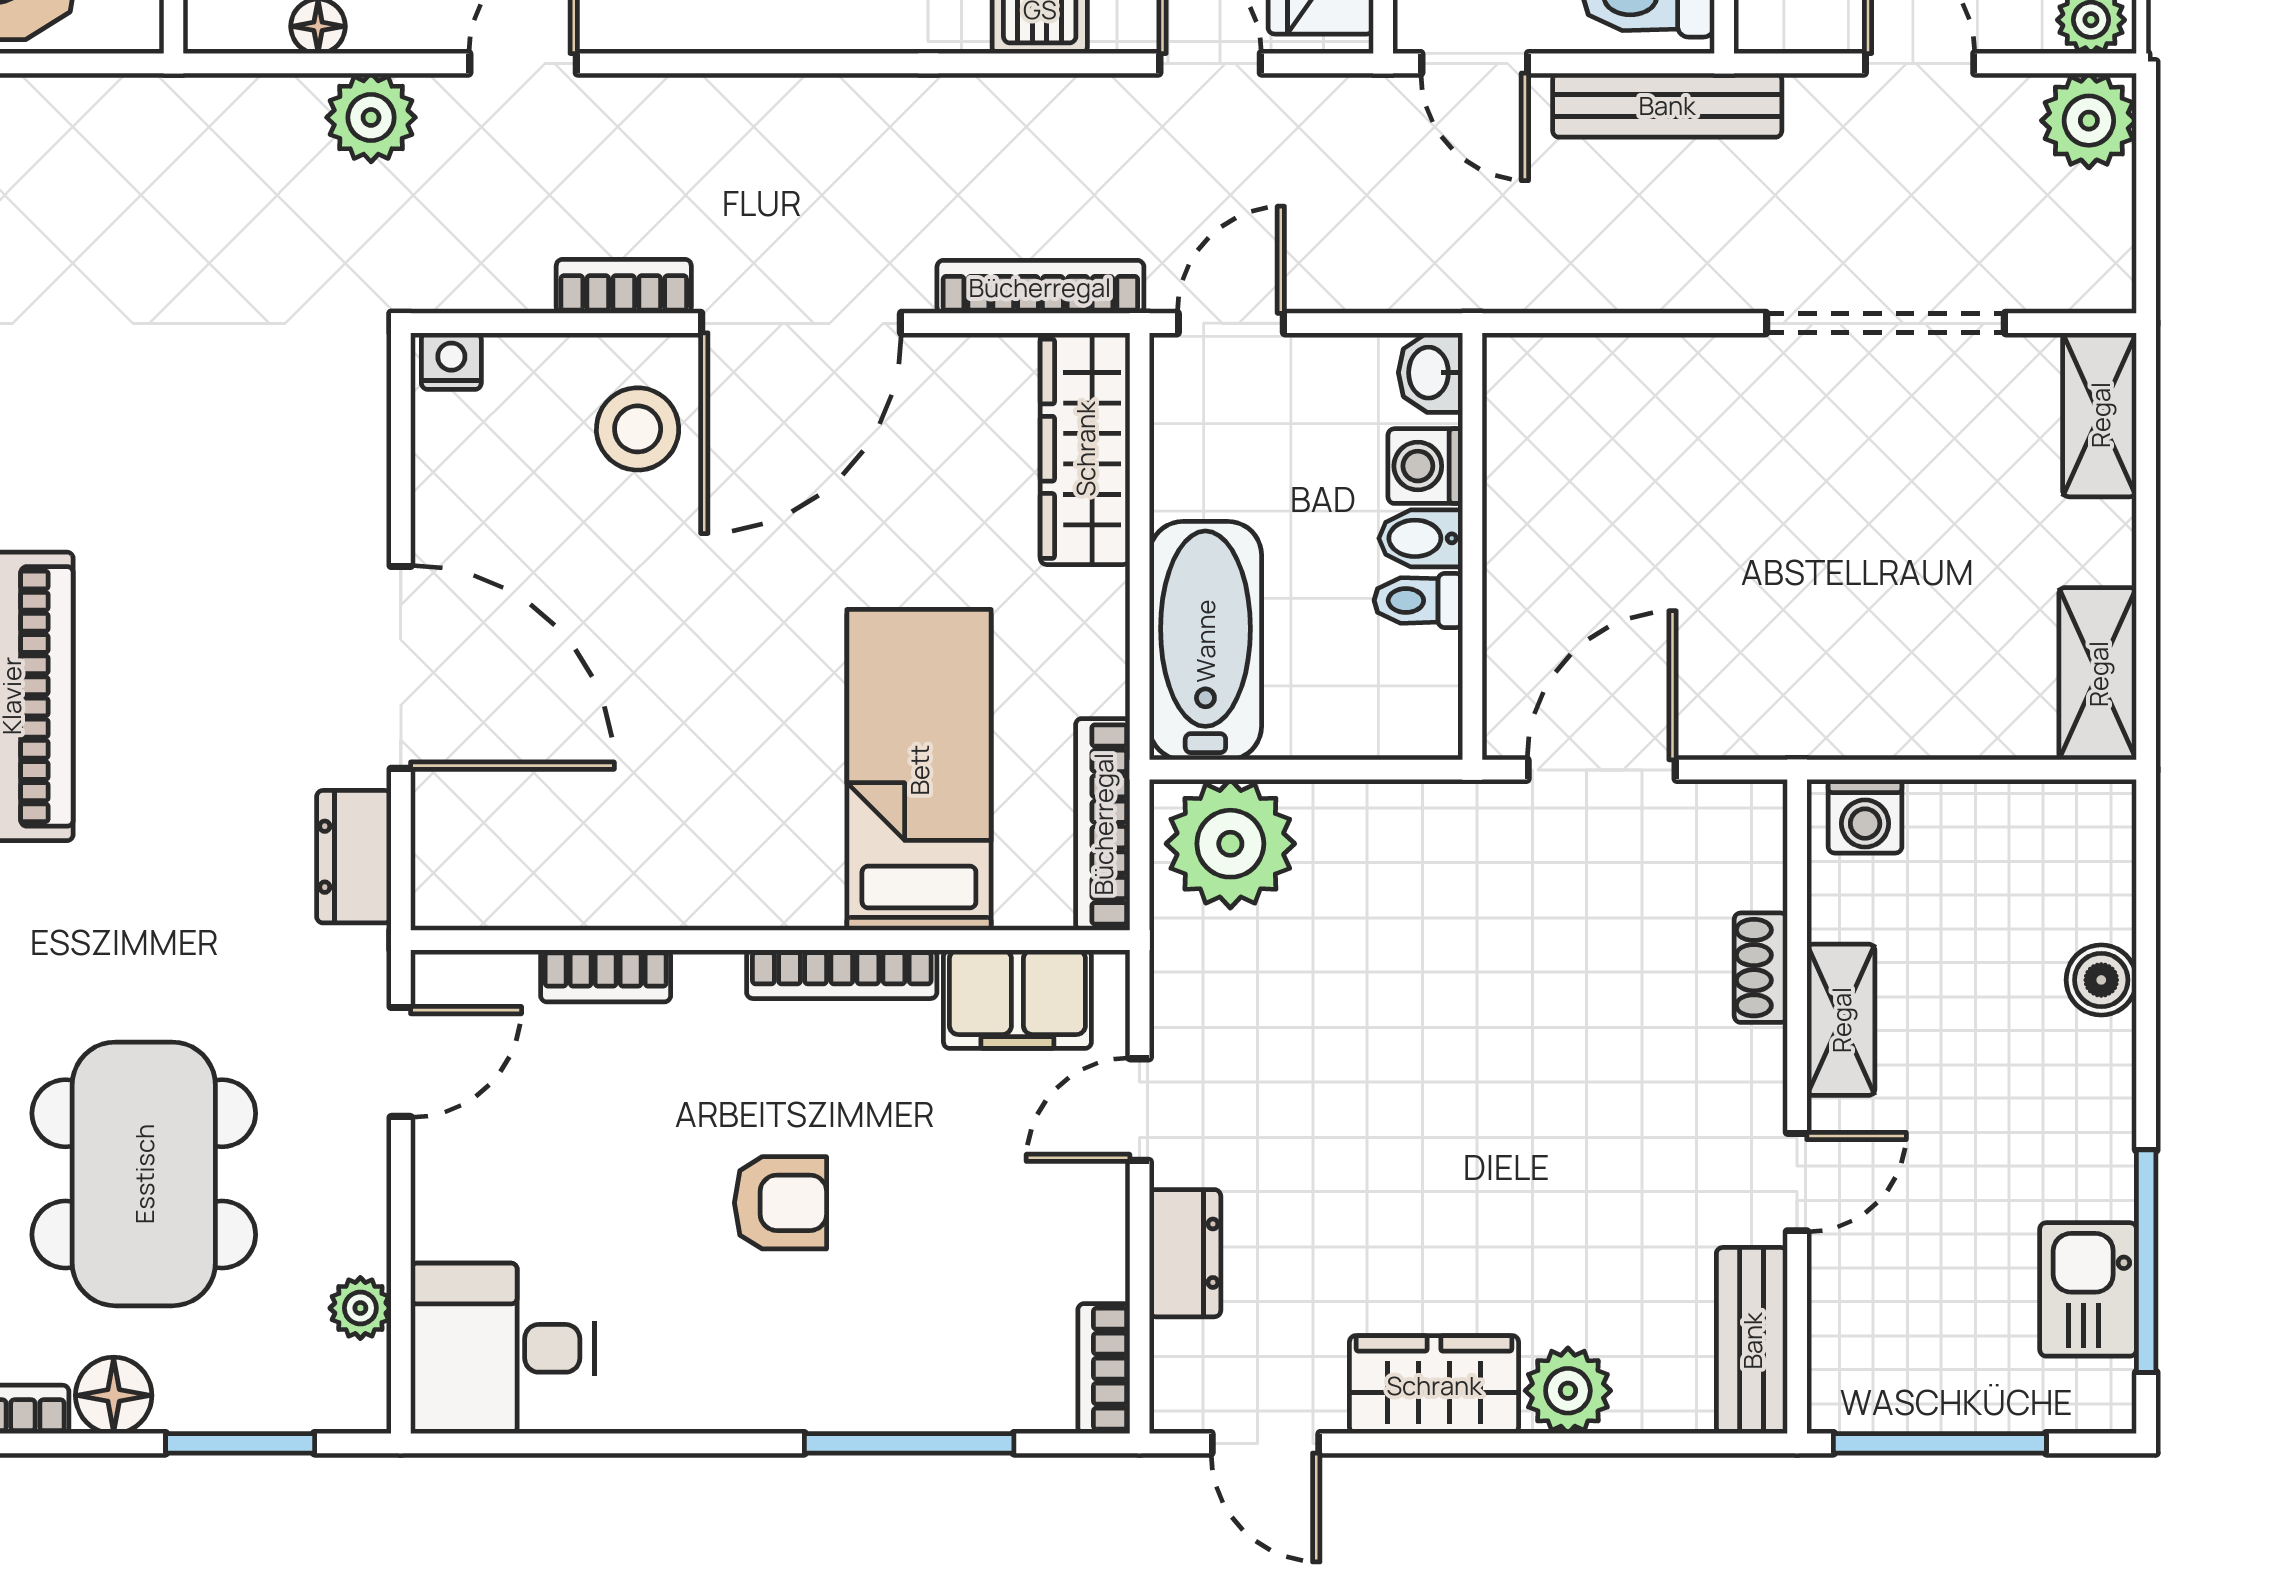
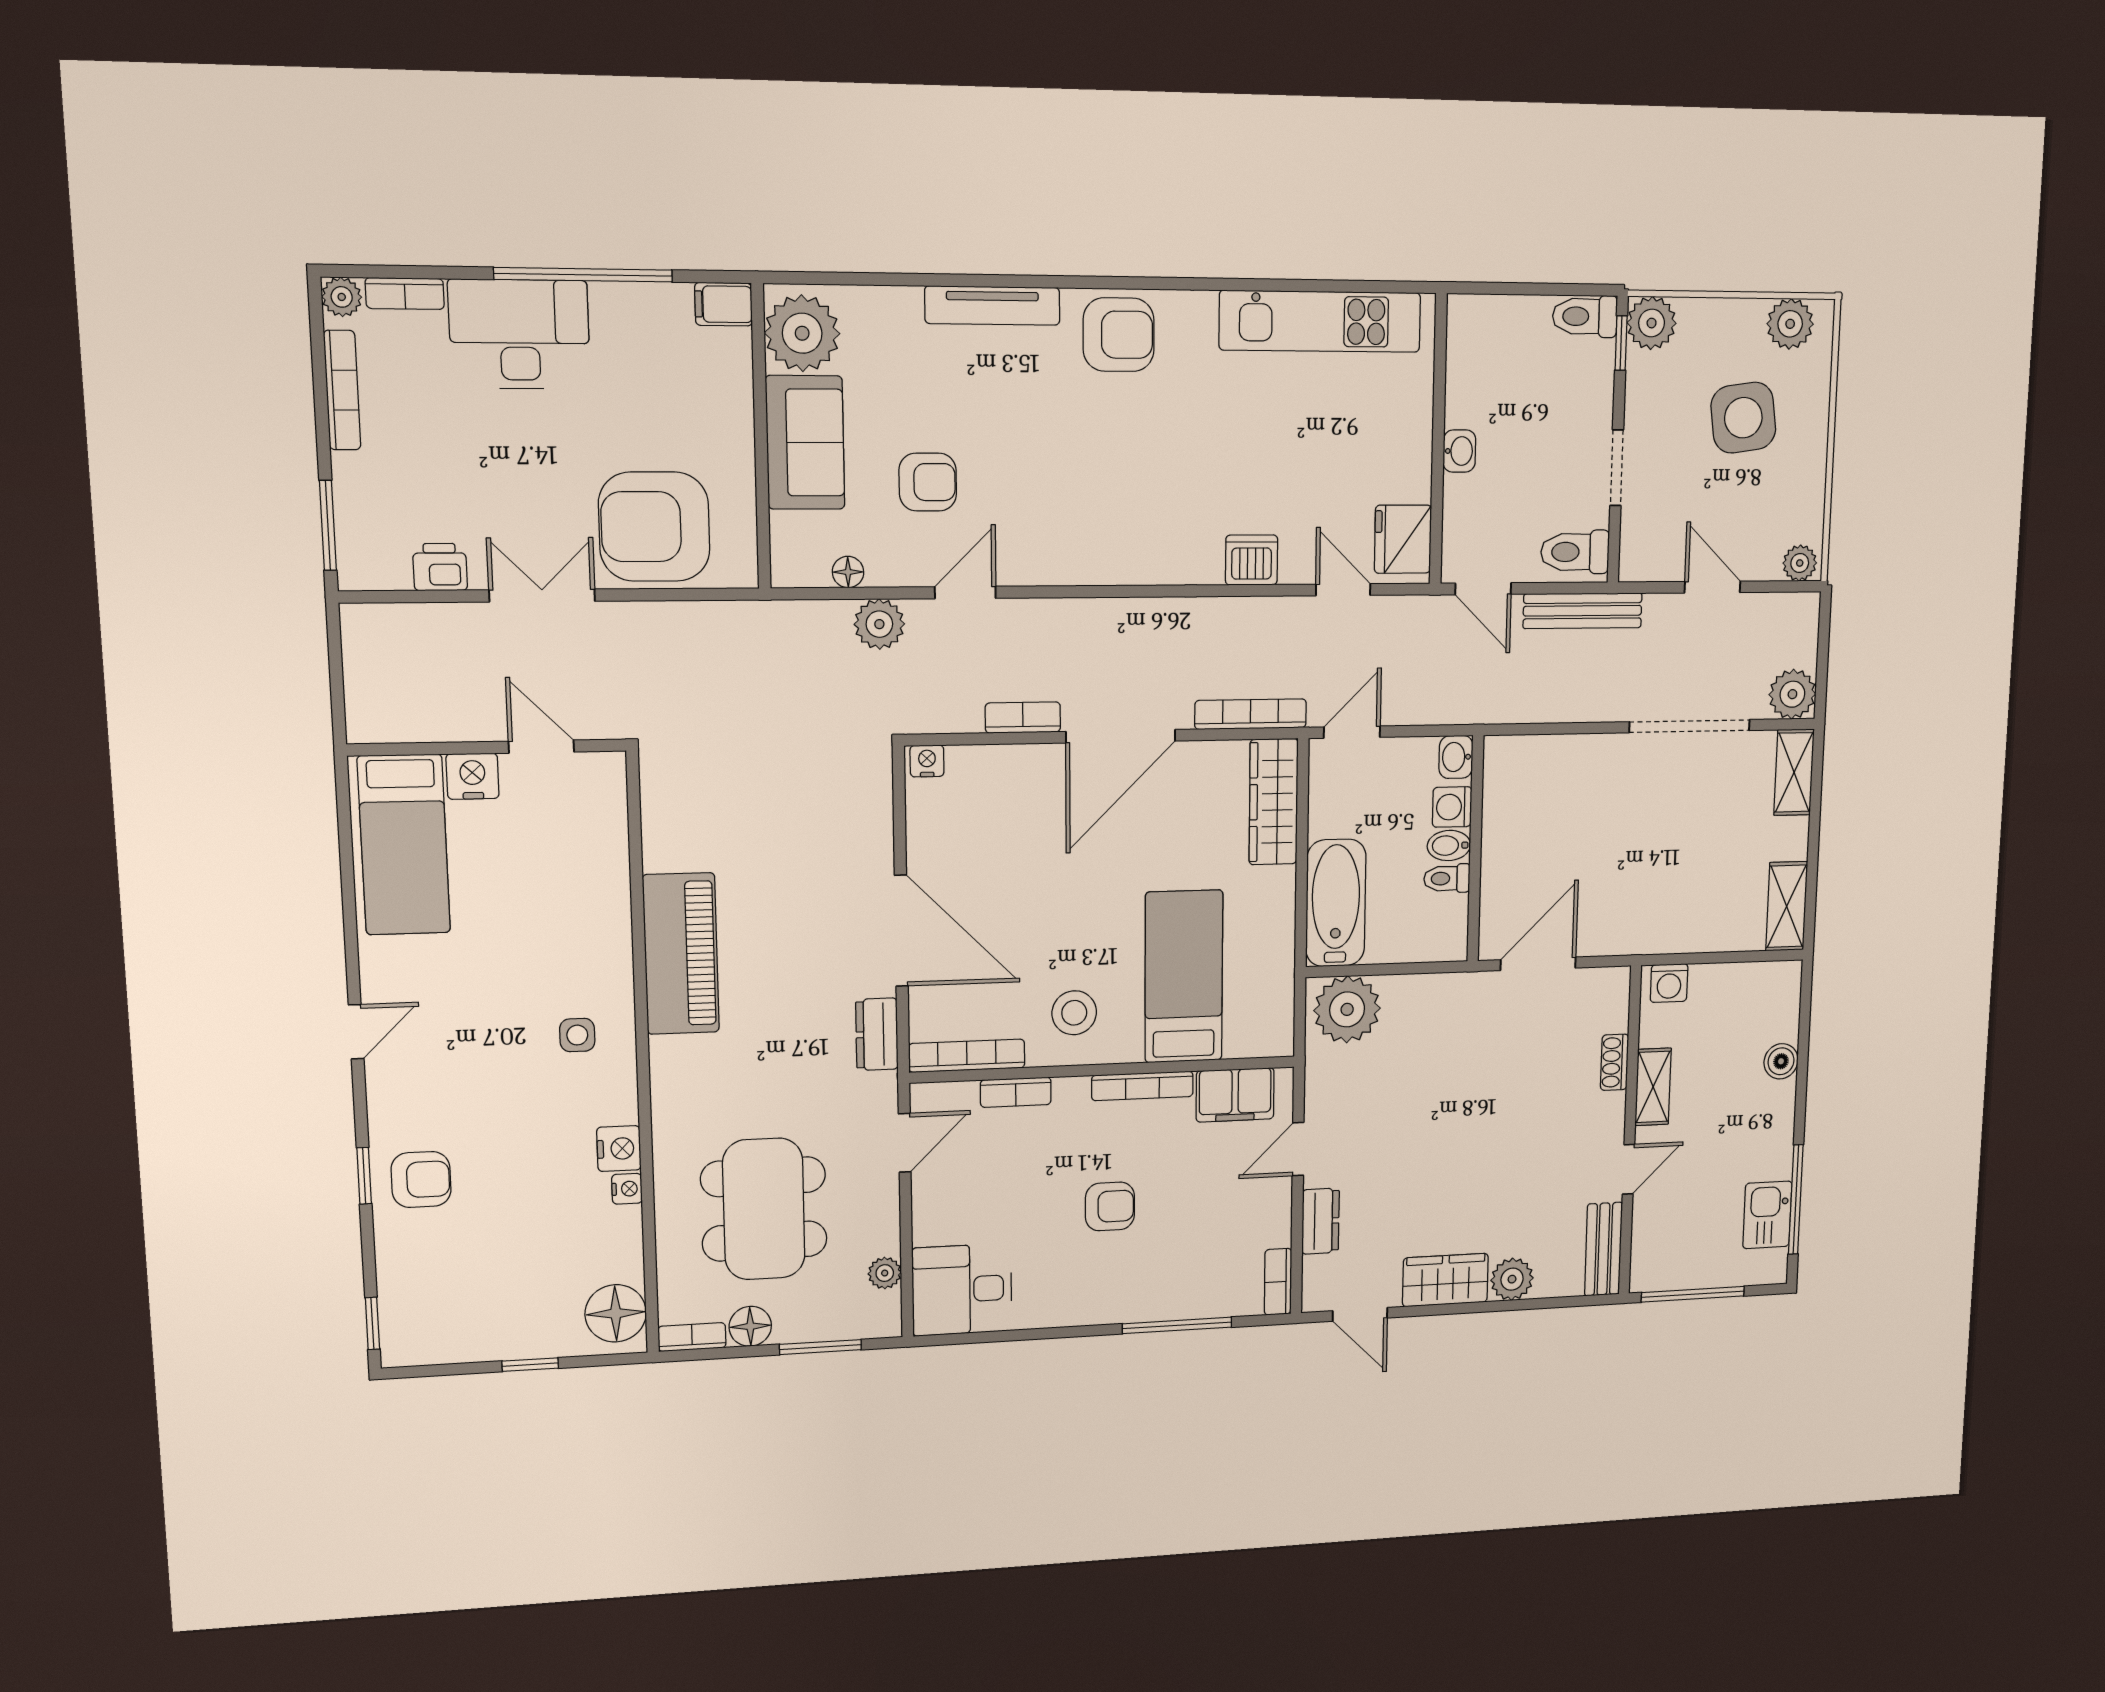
plant: (2089, 121) -> (1792, 694), moved
stool: (638, 429) -> (1074, 1013), moved
bookcase: (1103, 824) -> (967, 1056), moved, turned 90

